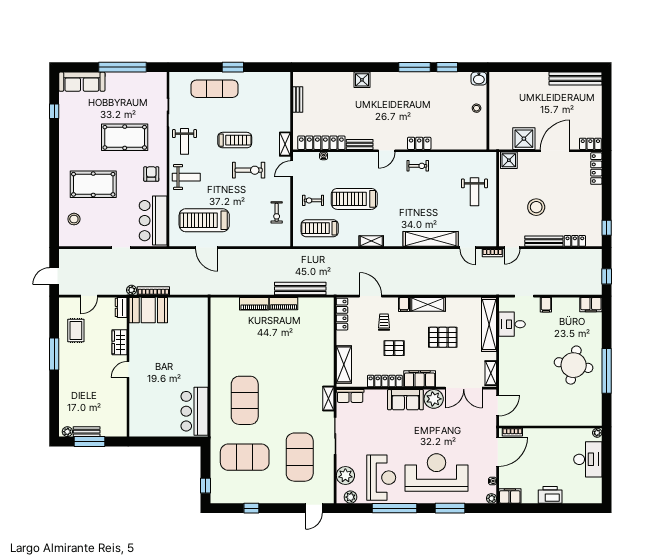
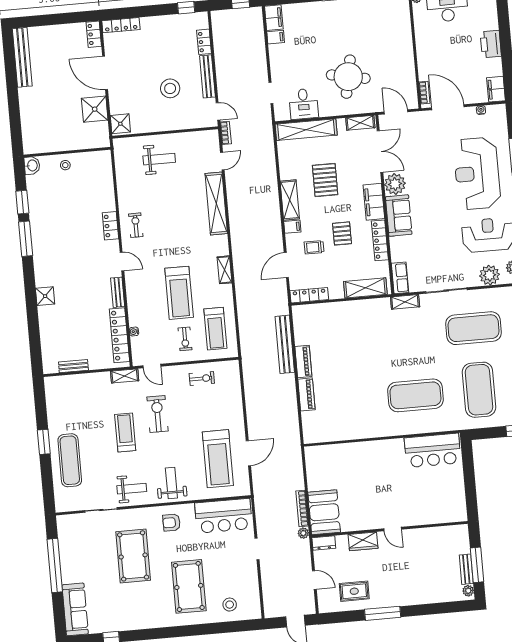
filing cabinet: (546, 305) -> (276, 37), moved
round table: (574, 365) -> (348, 77), moved
plant: (491, 498) -> (501, 109), removed

